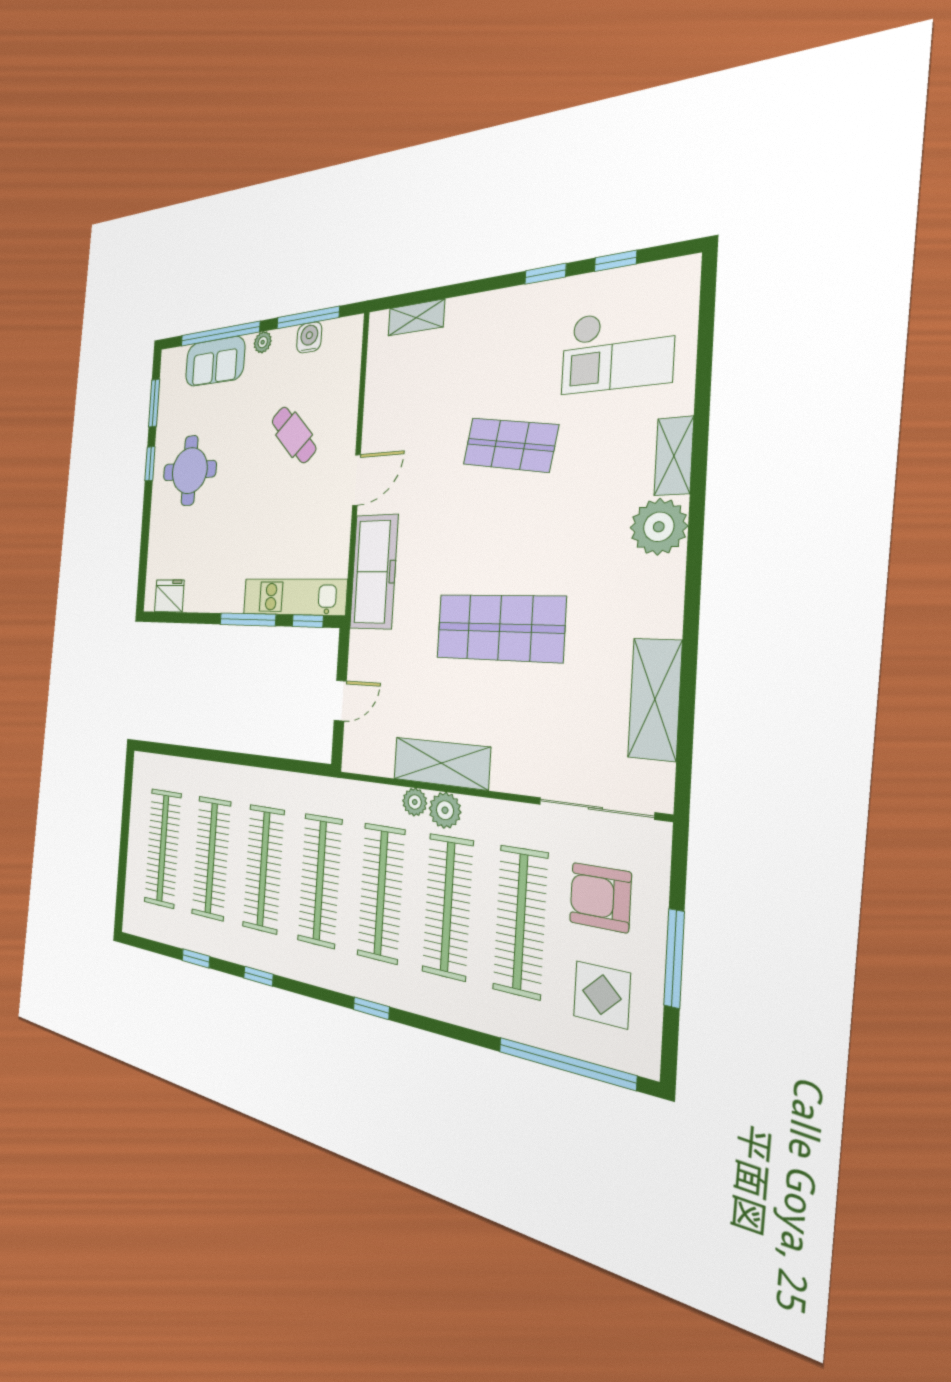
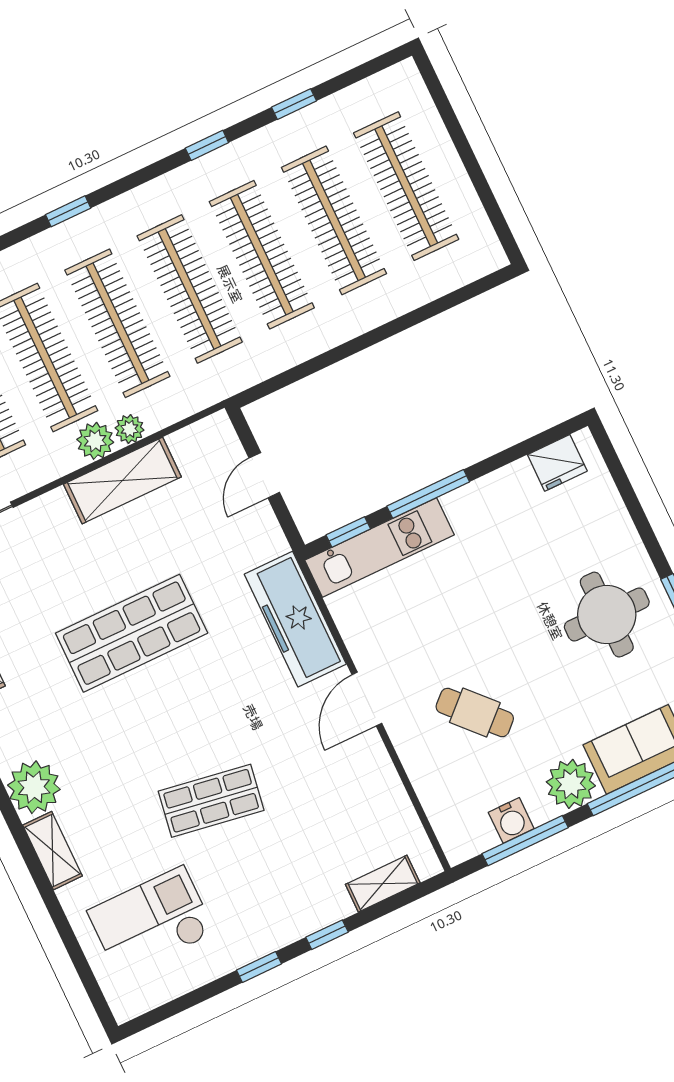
window: (616, 261) -> (327, 935), moved
plant: (263, 342) -> (571, 784), width x1.88, depth x1.88

